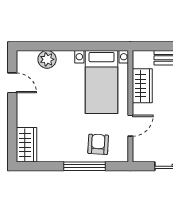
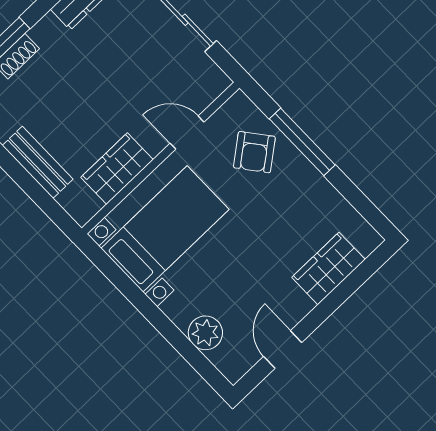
armchair: (98, 144) -> (254, 152), turned -41
wardrobe: (27, 145) -> (328, 268), moved

